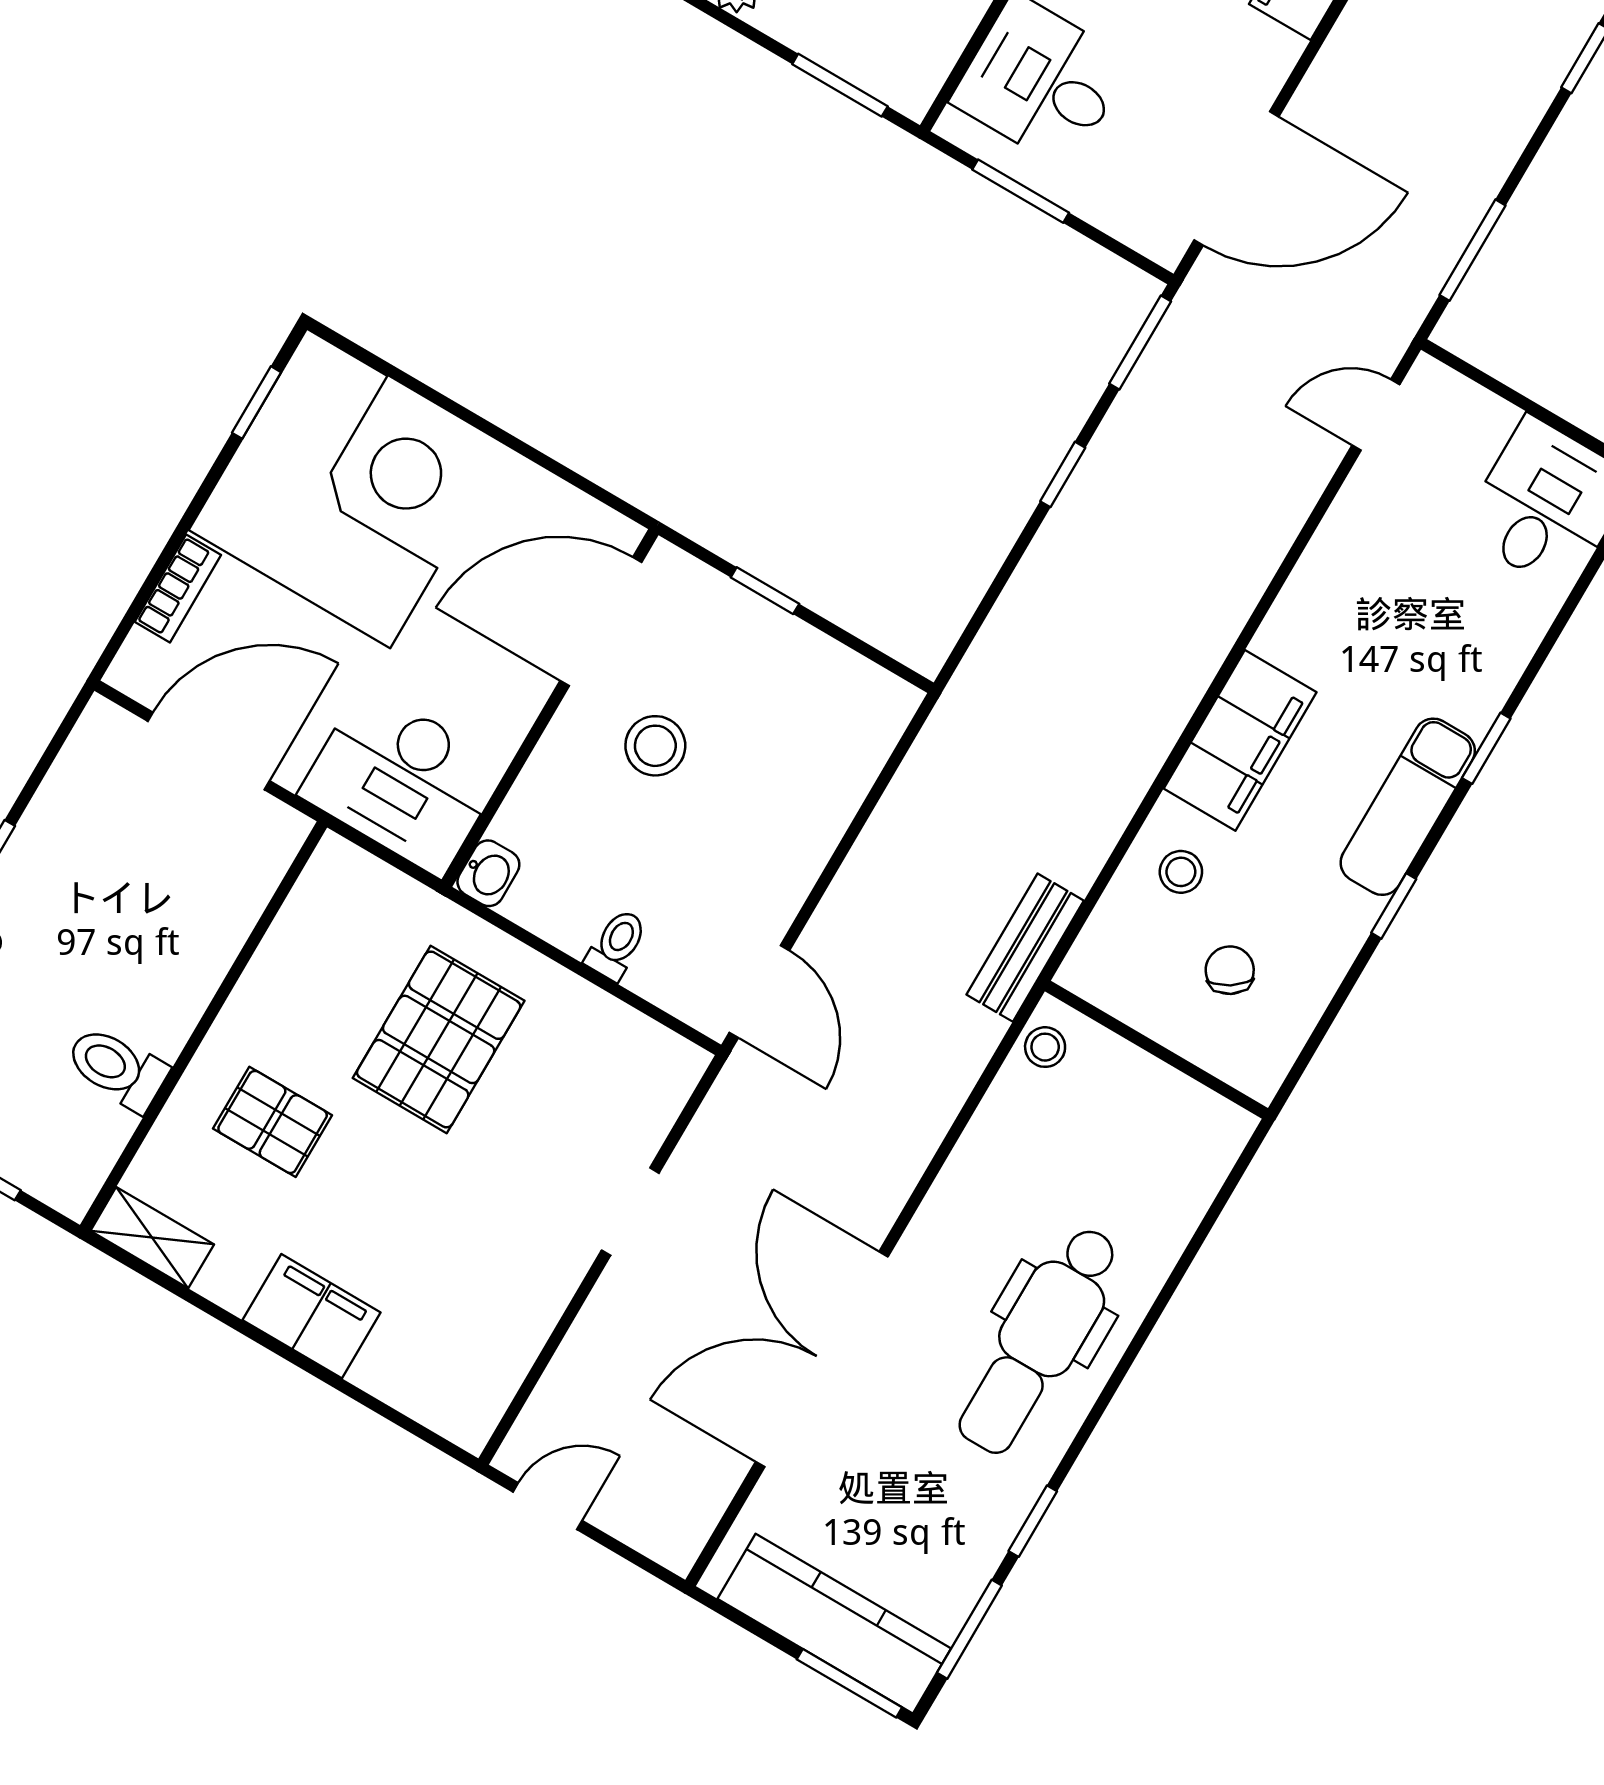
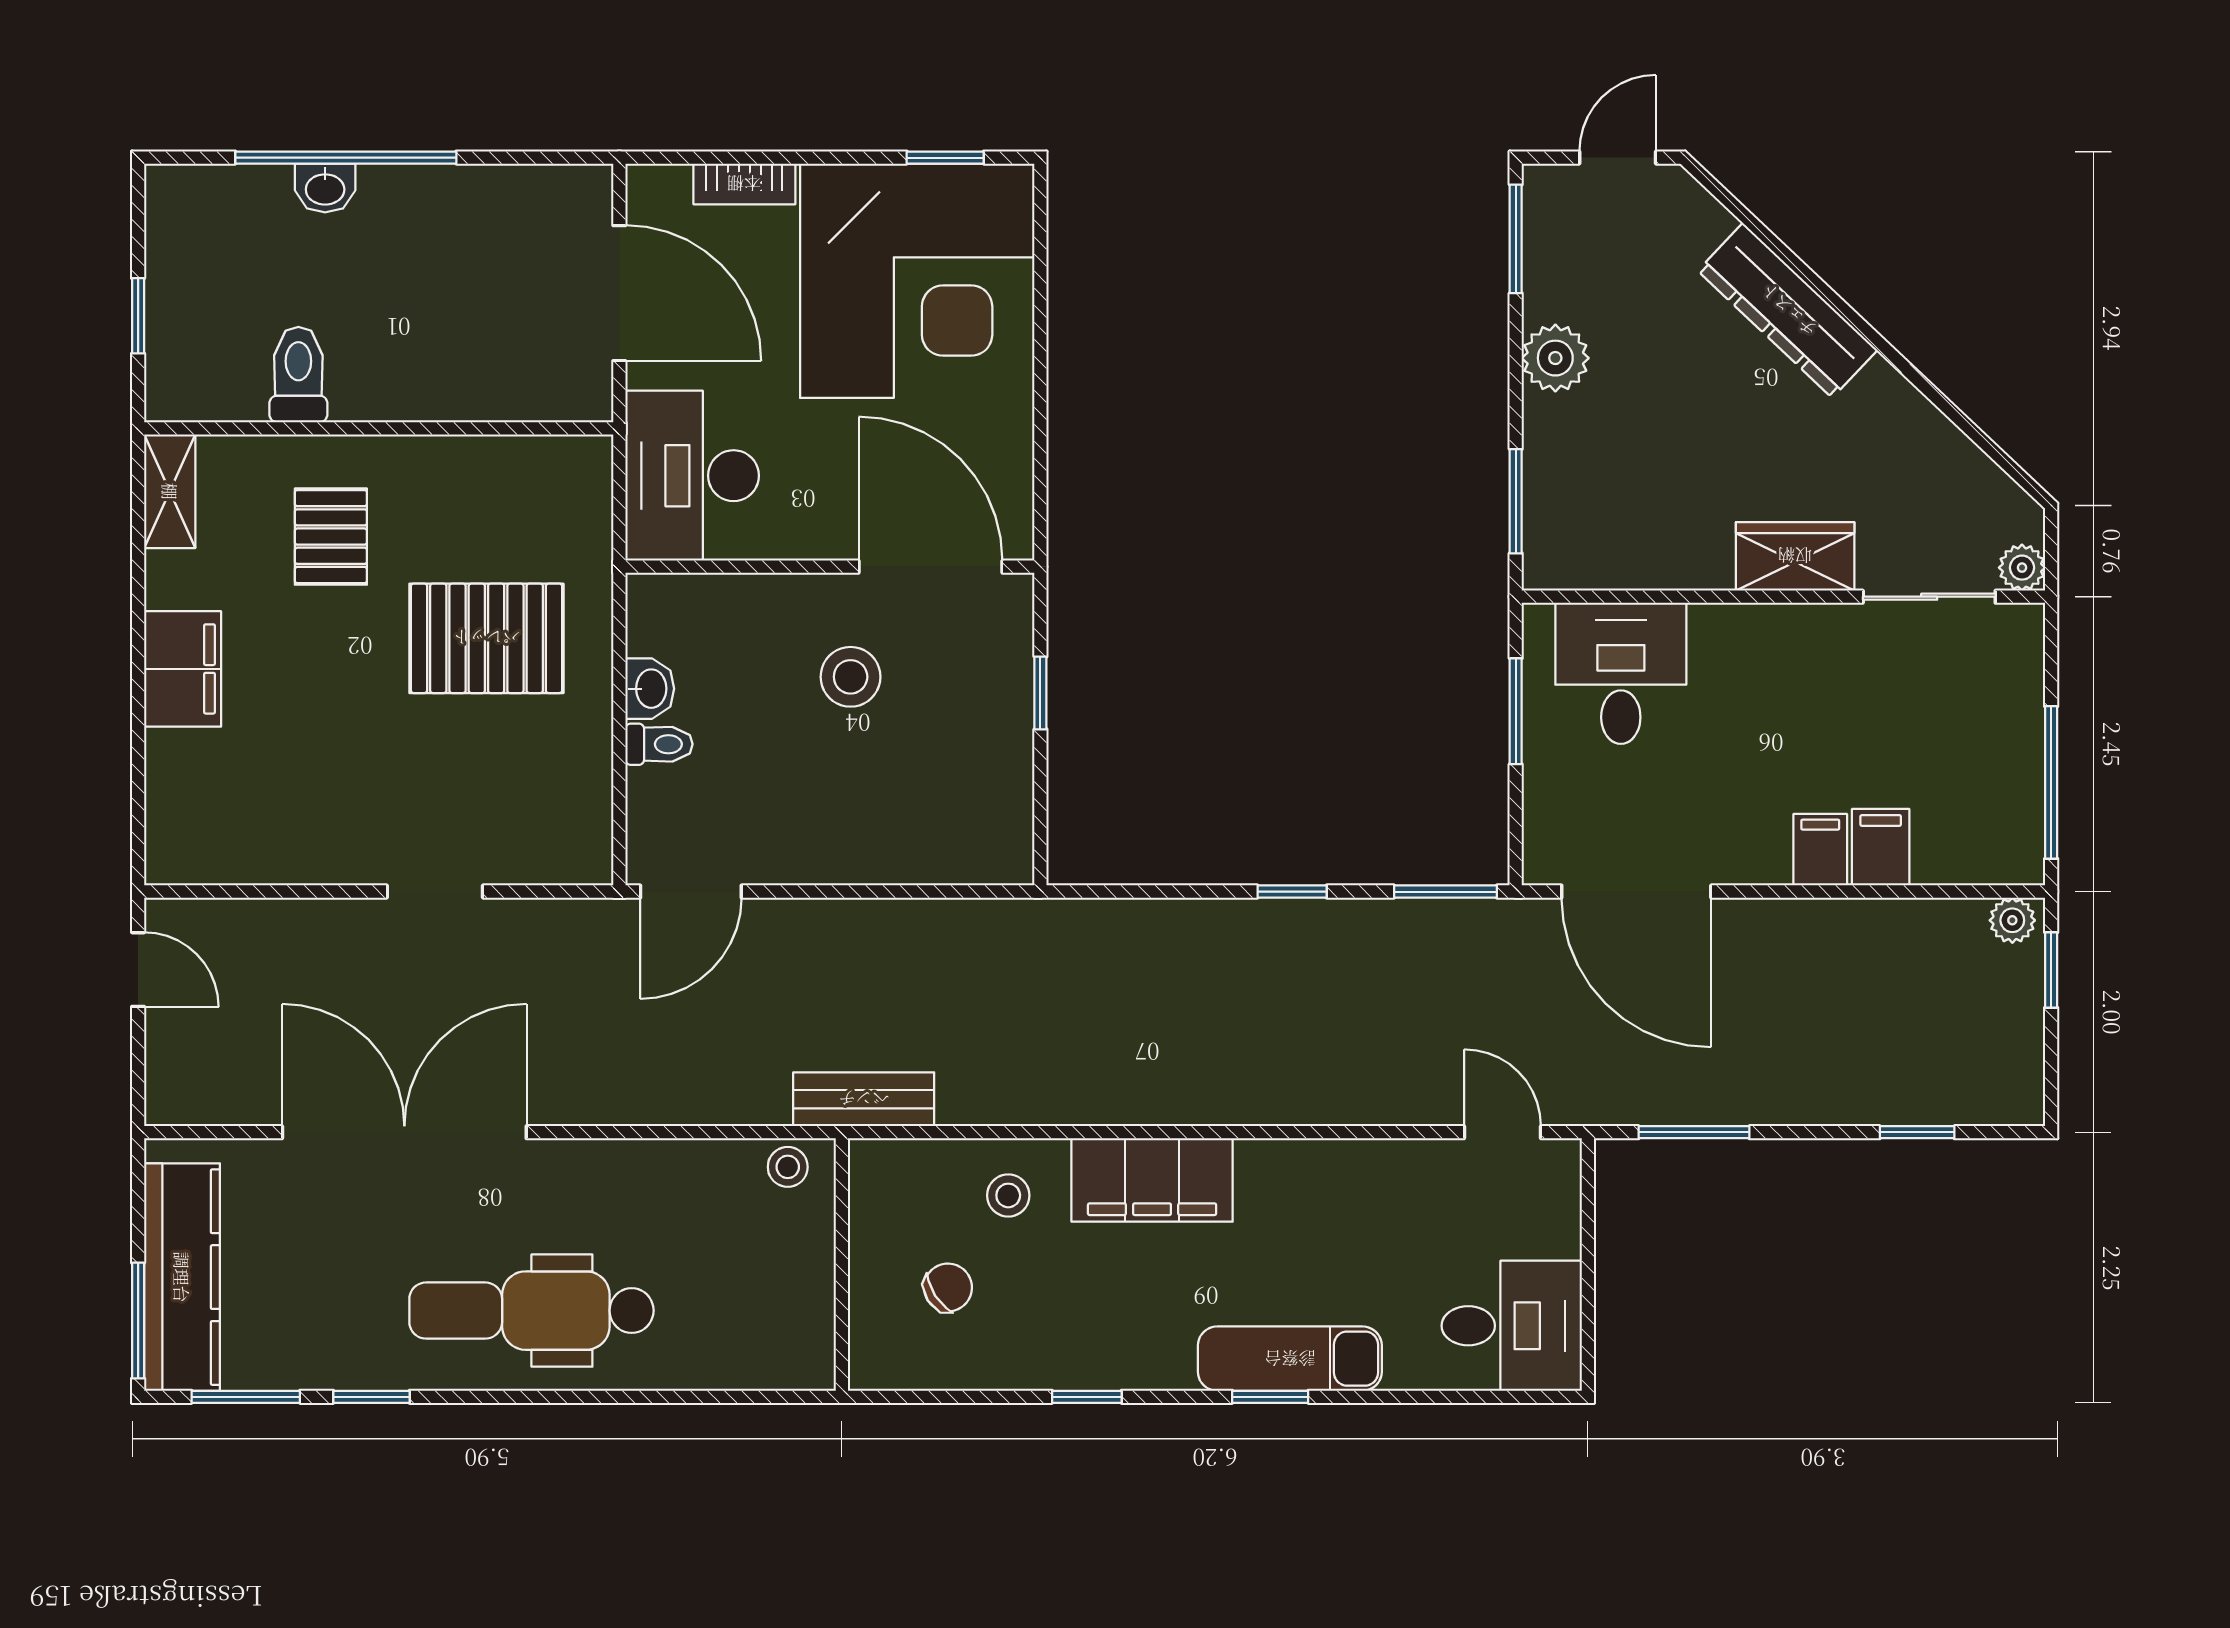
exam couch: (1408, 807) -> (1290, 1359), moved
washbasin: (488, 873) -> (650, 689), moved, turned -90

